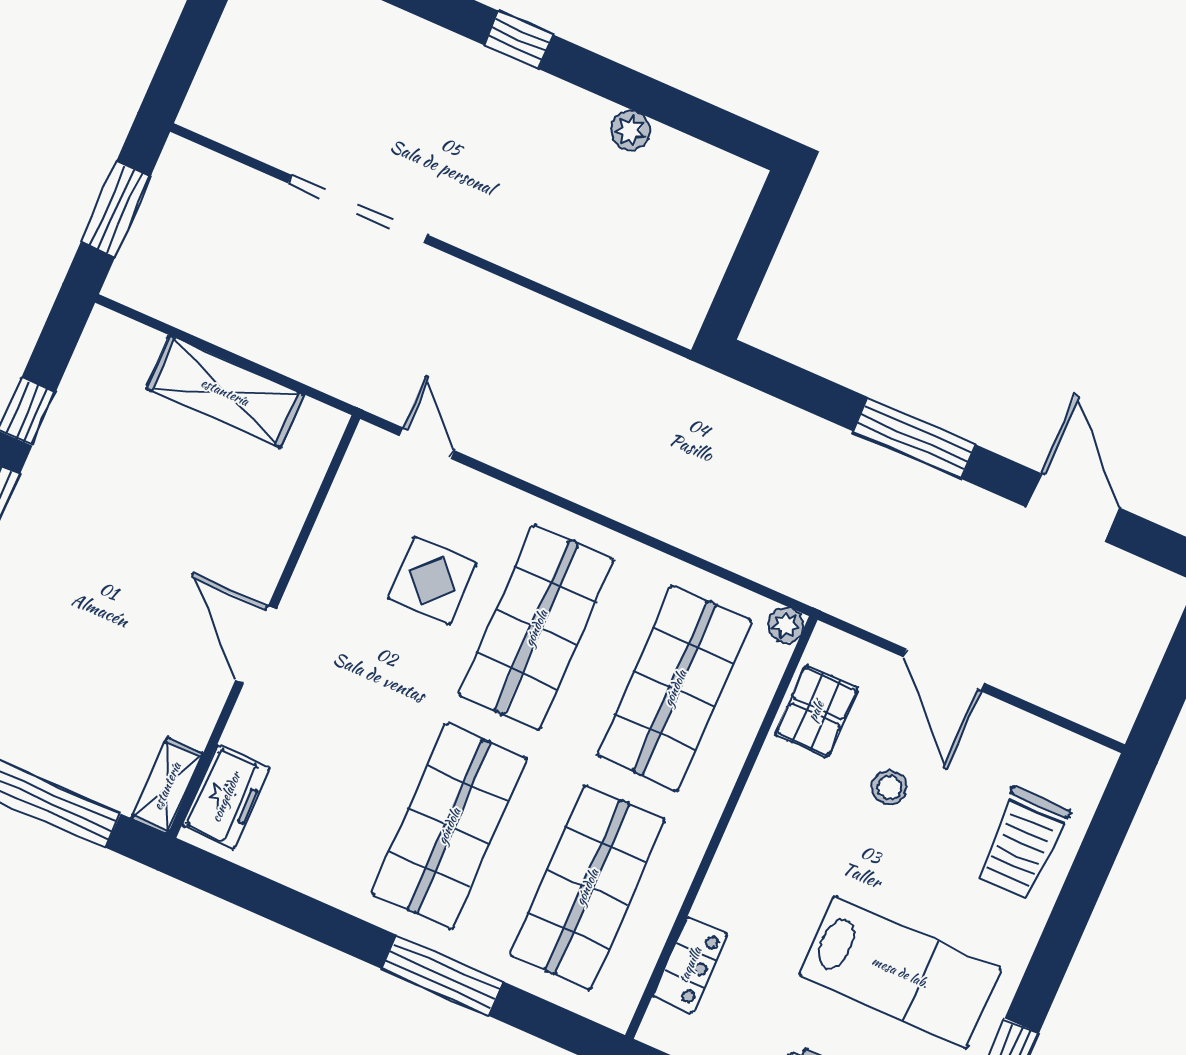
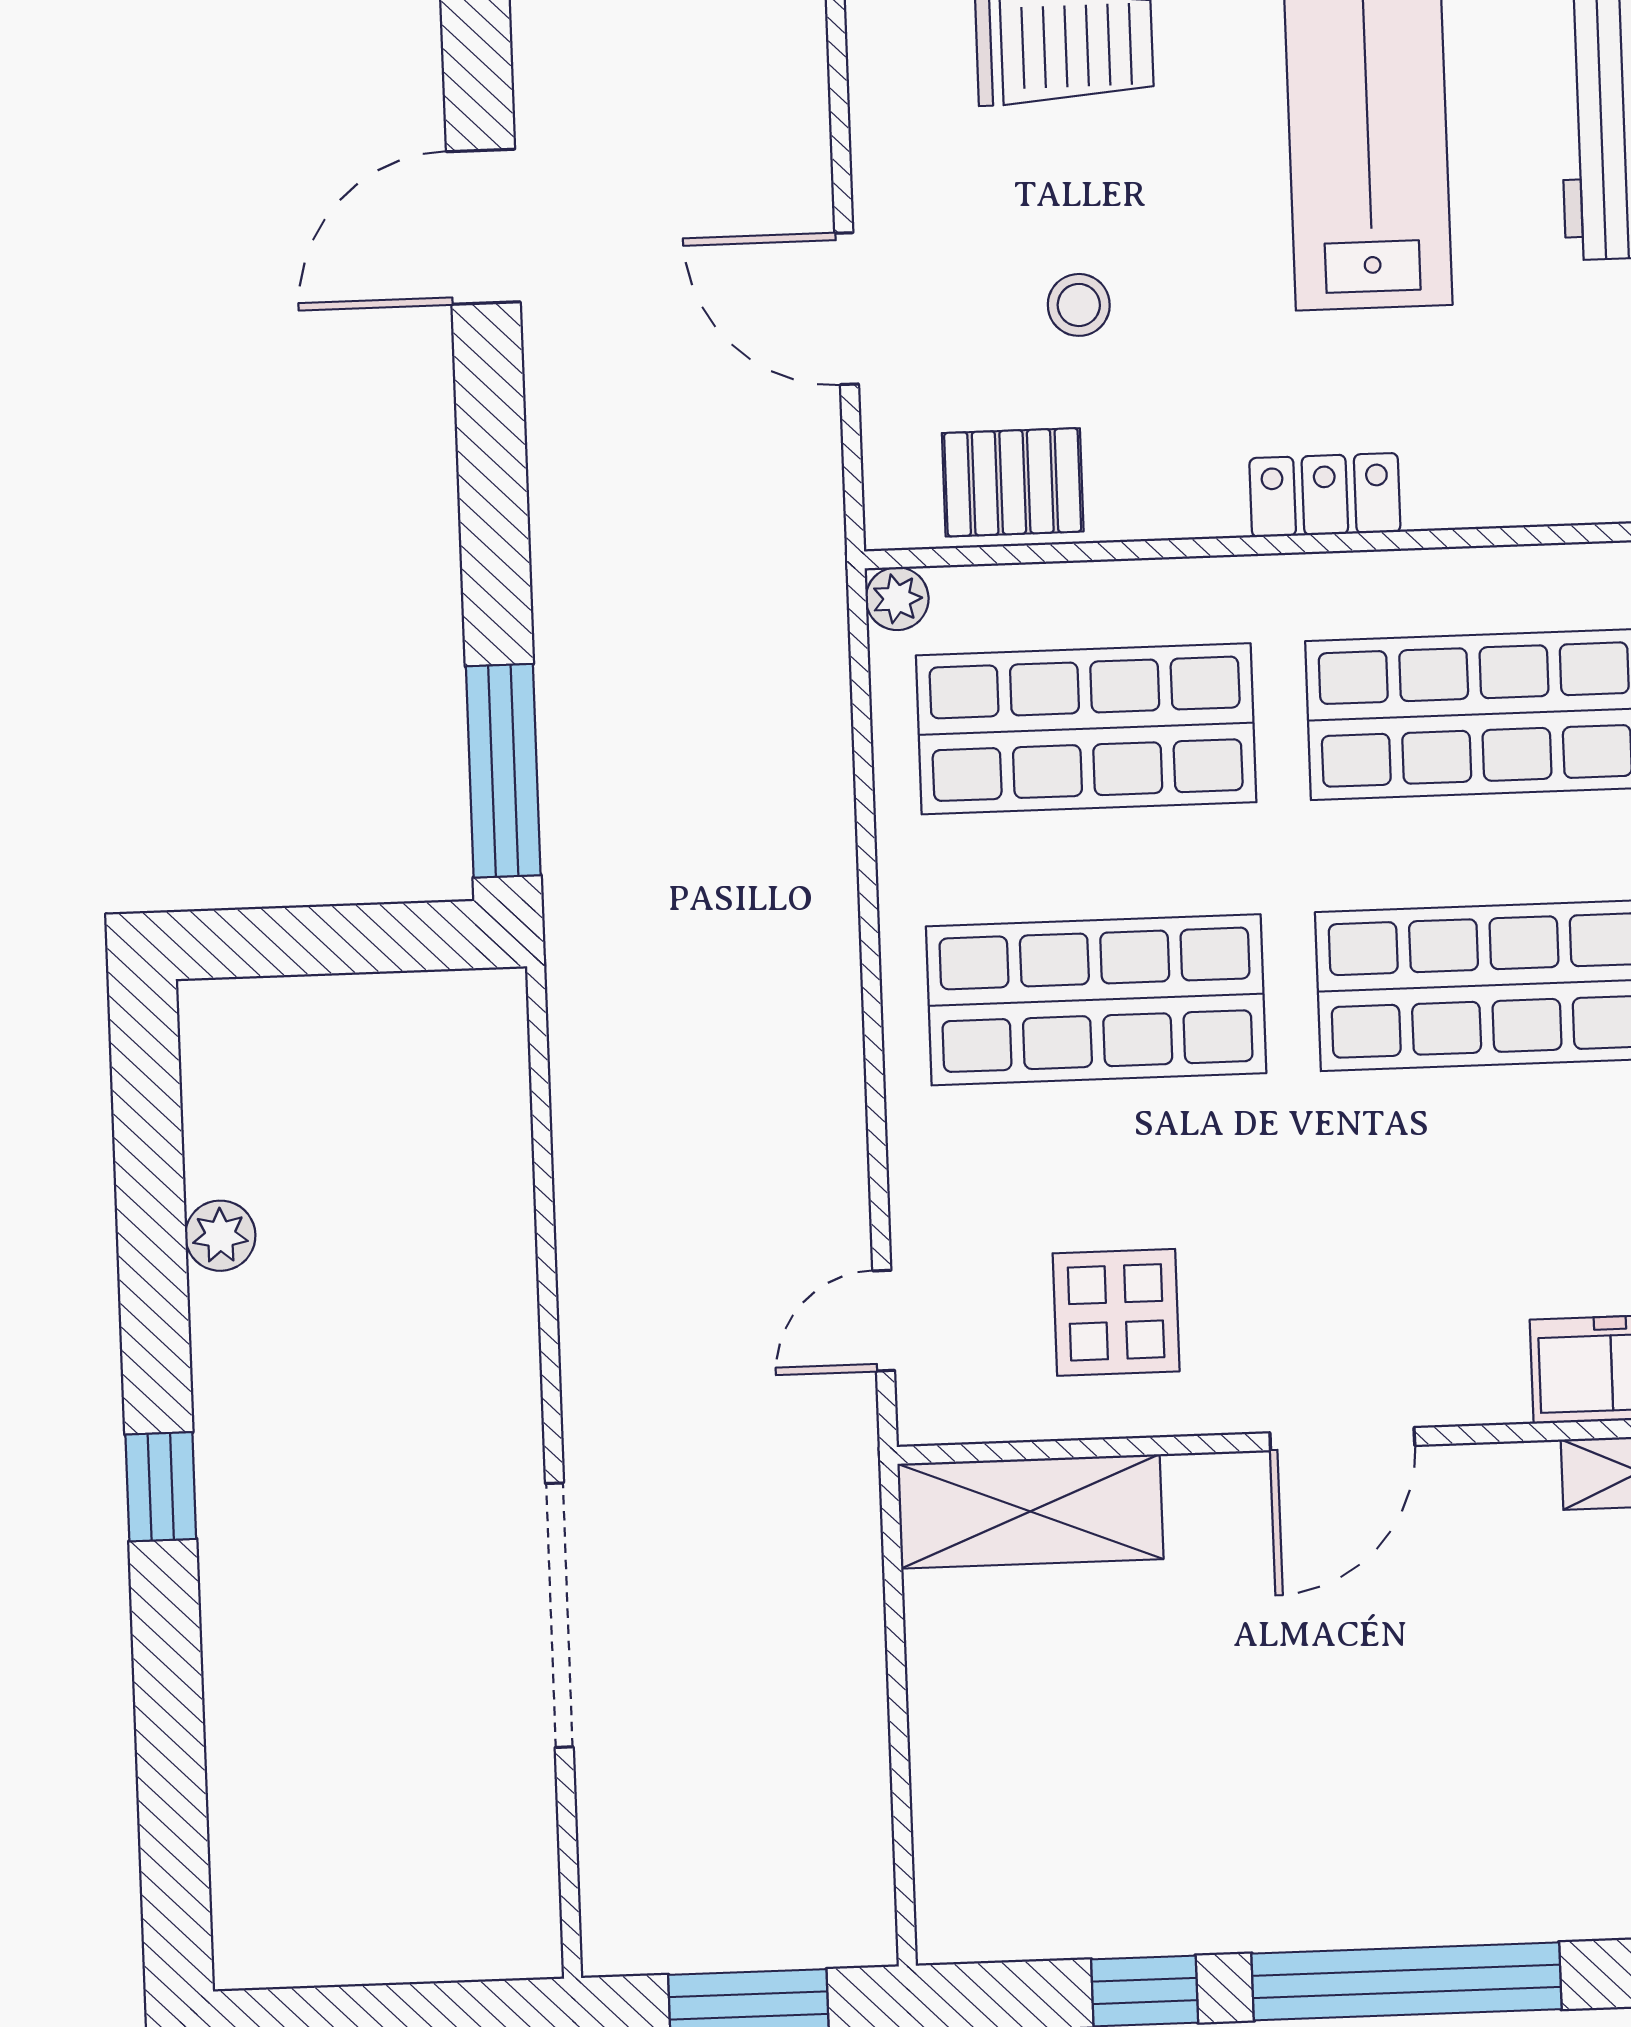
shelving: (225, 392) -> (1030, 1511), moved, turned 90
window: (915, 438) -> (503, 771), moved
display table: (432, 580) -> (1116, 1312), moved
door: (944, 670) -> (847, 309), swing flipped
locker: (690, 965) -> (1325, 495), moved

